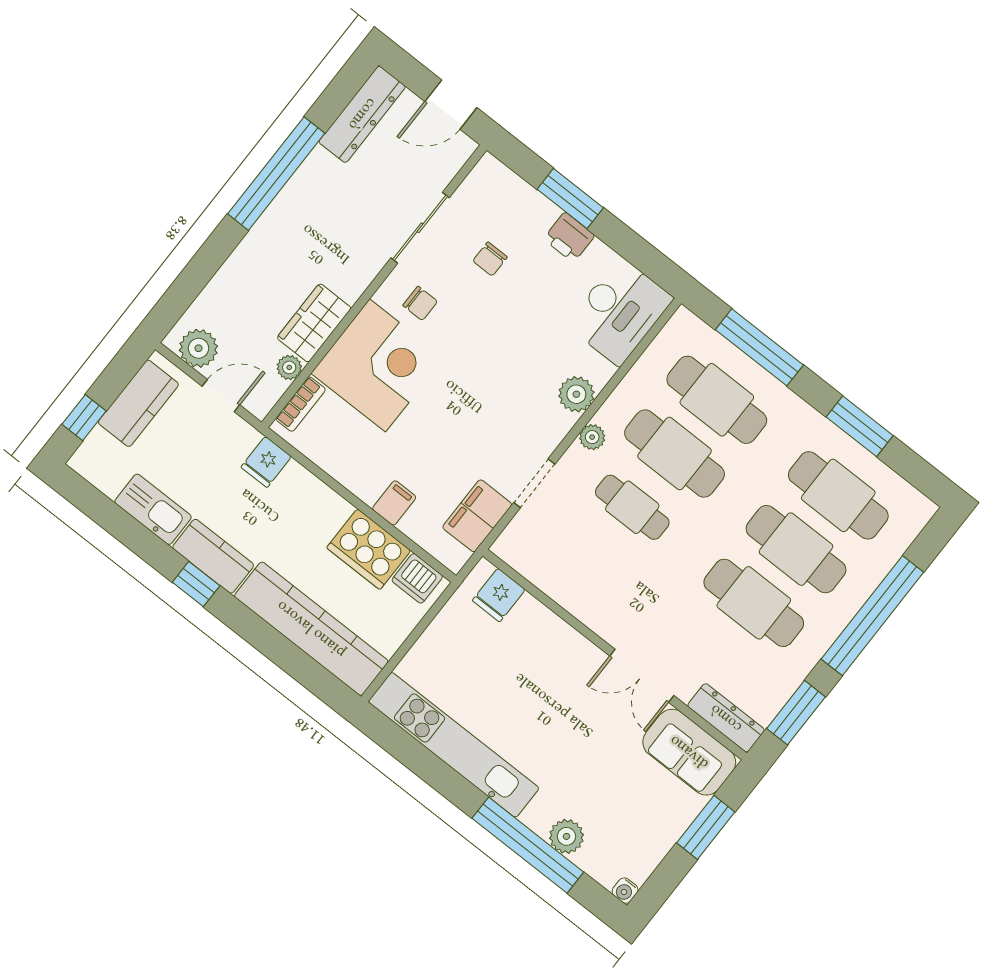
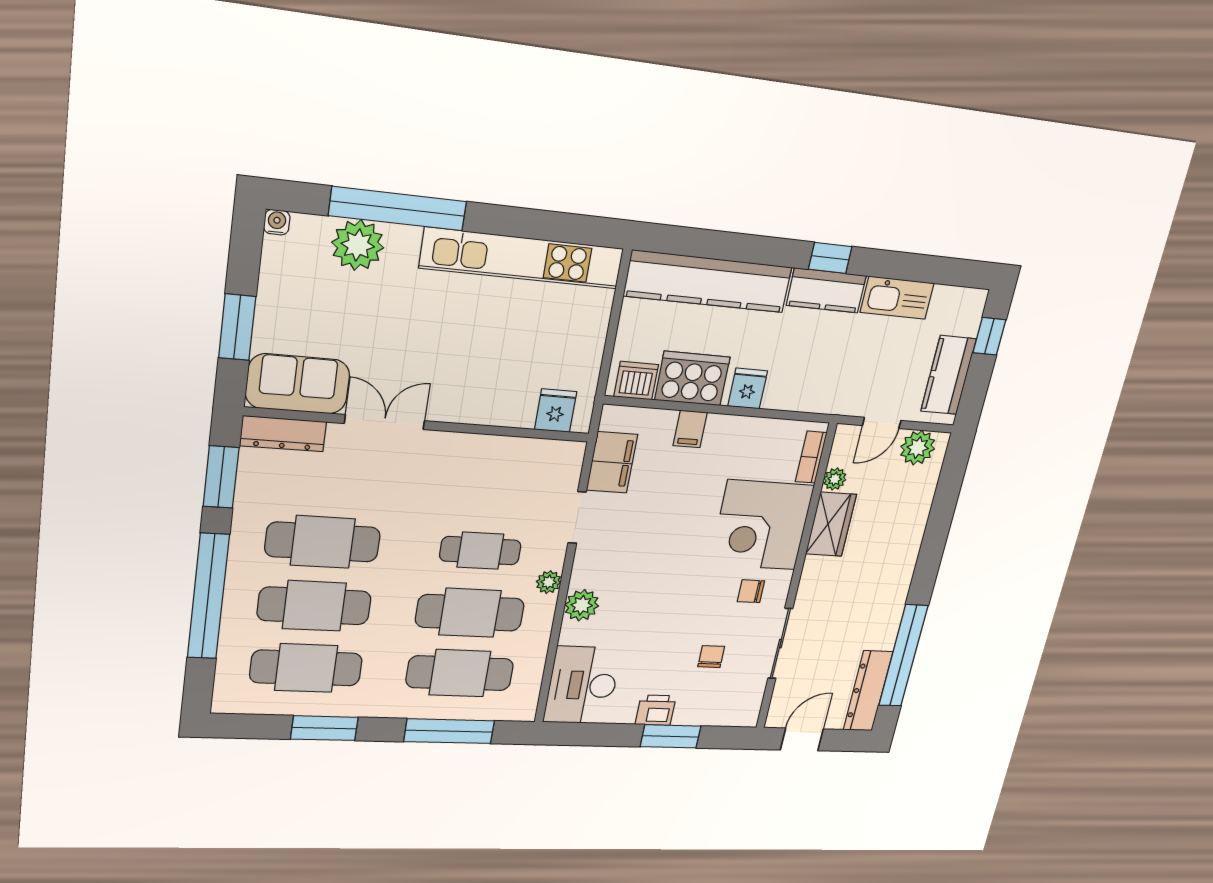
window: (276, 174) -> (903, 656), moved
fridge: (266, 462) -> (748, 389), moved
plant: (567, 836) -> (358, 245), width x1.36, depth x1.36

